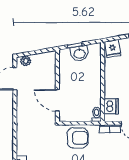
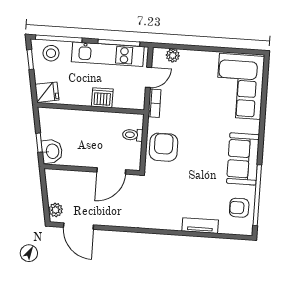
washbasin: (80, 53) -> (52, 151), moved
dishwasher: (111, 106) -> (102, 98), moved
toilet: (97, 114) -> (133, 135), moved

